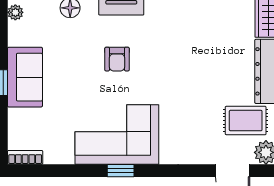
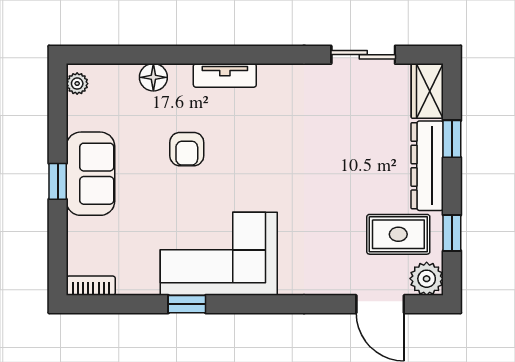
armchair: (117, 59) -> (187, 149), moved
window: (121, 171) -> (187, 304), moved

